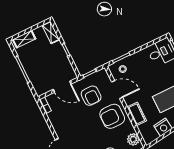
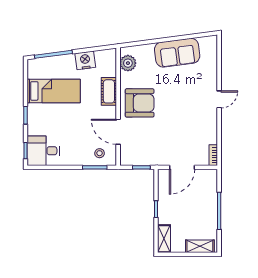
door: (62, 87) -> (182, 167), swing flipped
armchair: (91, 96) -> (153, 140), removed

